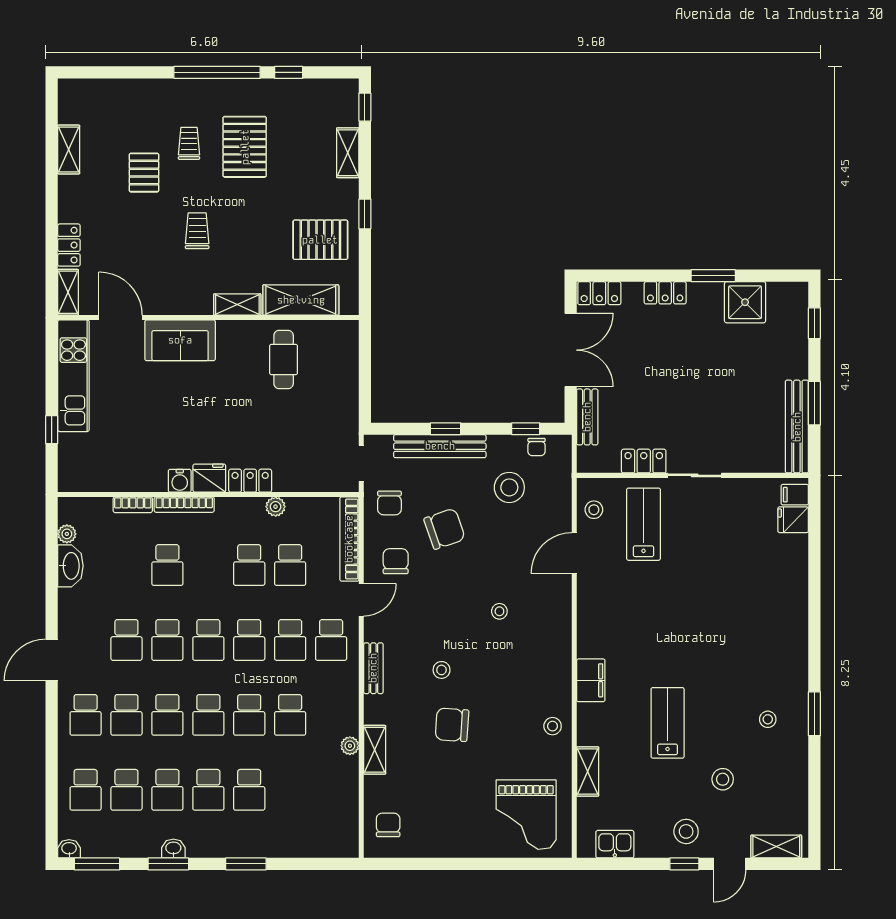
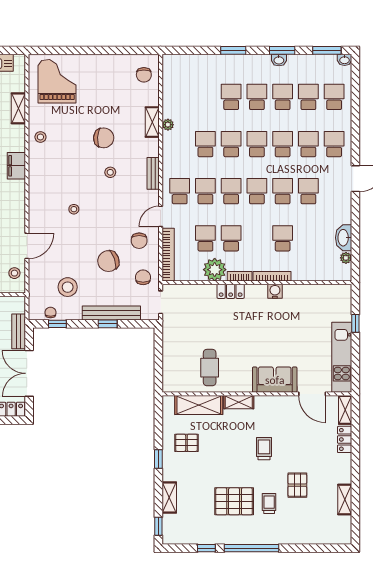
trolley: (189, 143) -> (269, 503), turned 180
pallet: (245, 147) -> (234, 501), turned 90
trolley: (197, 231) -> (264, 449), turned 180
pallet: (320, 240) -> (186, 443), width x0.67, depth x0.71
fridge: (209, 478) -> (256, 293), removed
bookcase: (133, 505) -> (240, 276), moved
plant: (276, 507) -> (215, 270), width x1.88, depth x1.88

